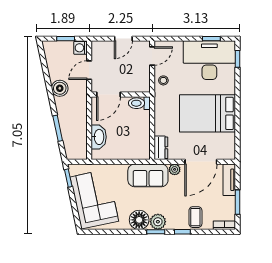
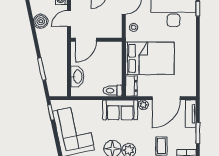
boiler: (60, 88) -> (41, 21), moved
toilet: (139, 103) -> (113, 91), moved
bed: (207, 113) -> (150, 58), moved, turned 180

